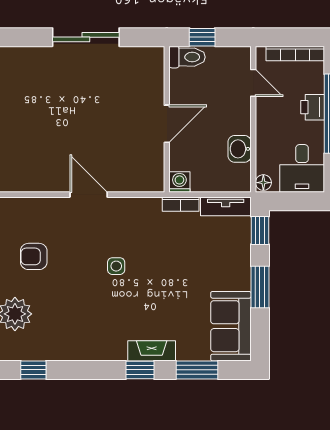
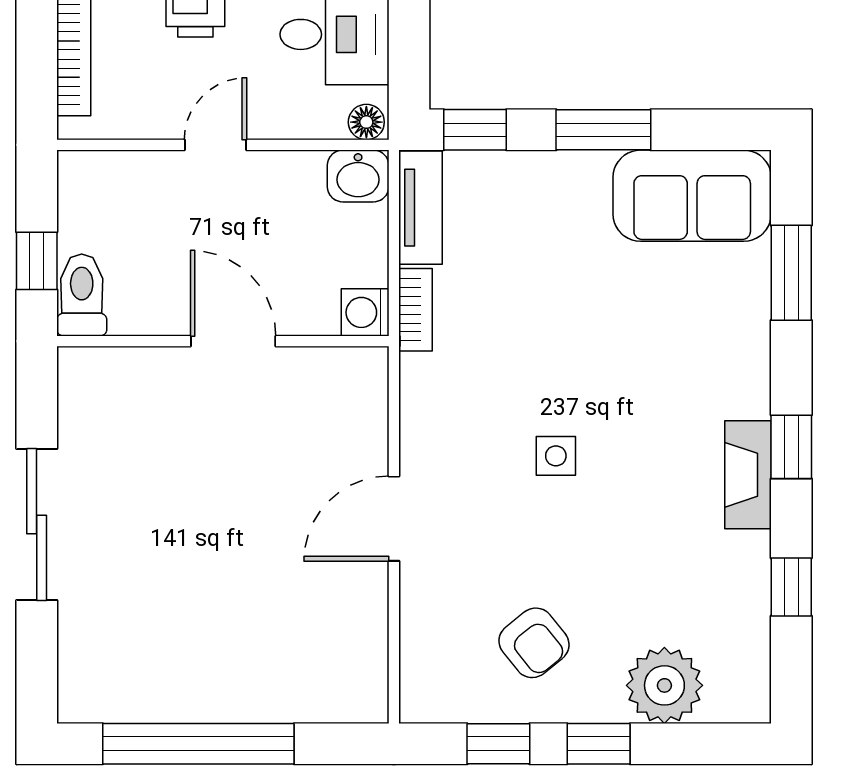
door: (253, 83) -> (216, 145), moved
washbasin: (240, 149) -> (358, 176), moved
armchair: (34, 256) -> (534, 643), turned -39
fireplace: (152, 351) -> (748, 475), moved
window: (33, 370) -> (791, 587), moved
window: (140, 370) -> (791, 447), moved

